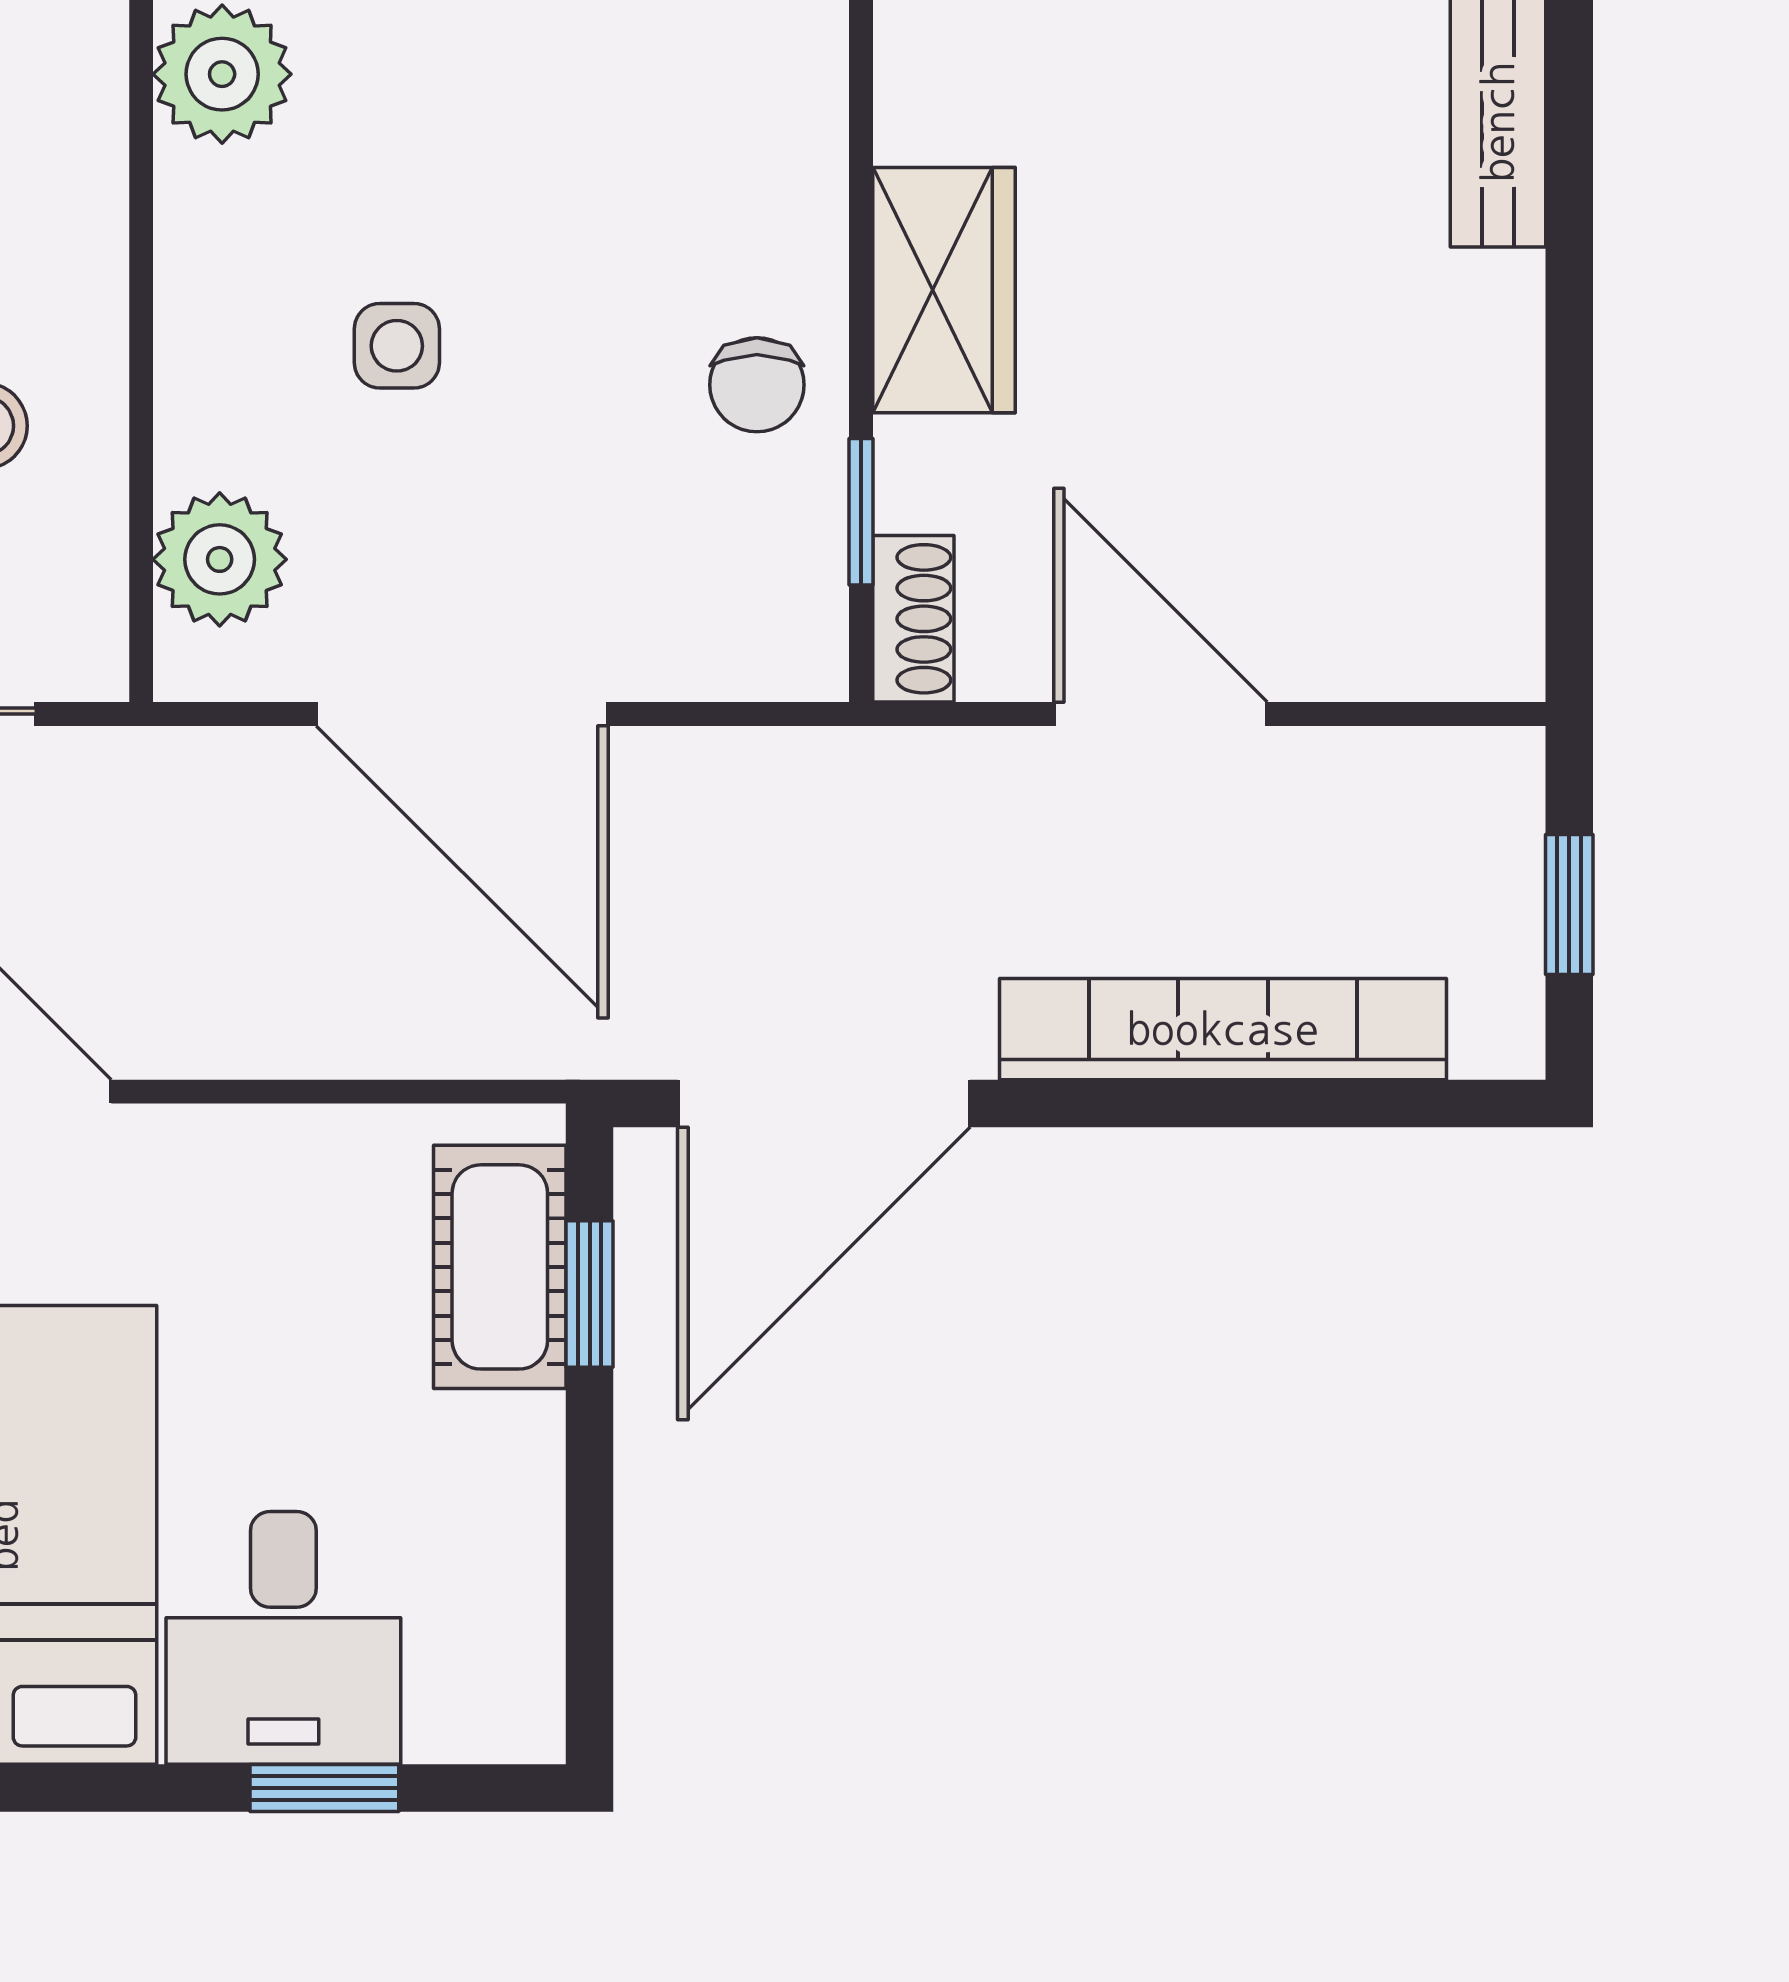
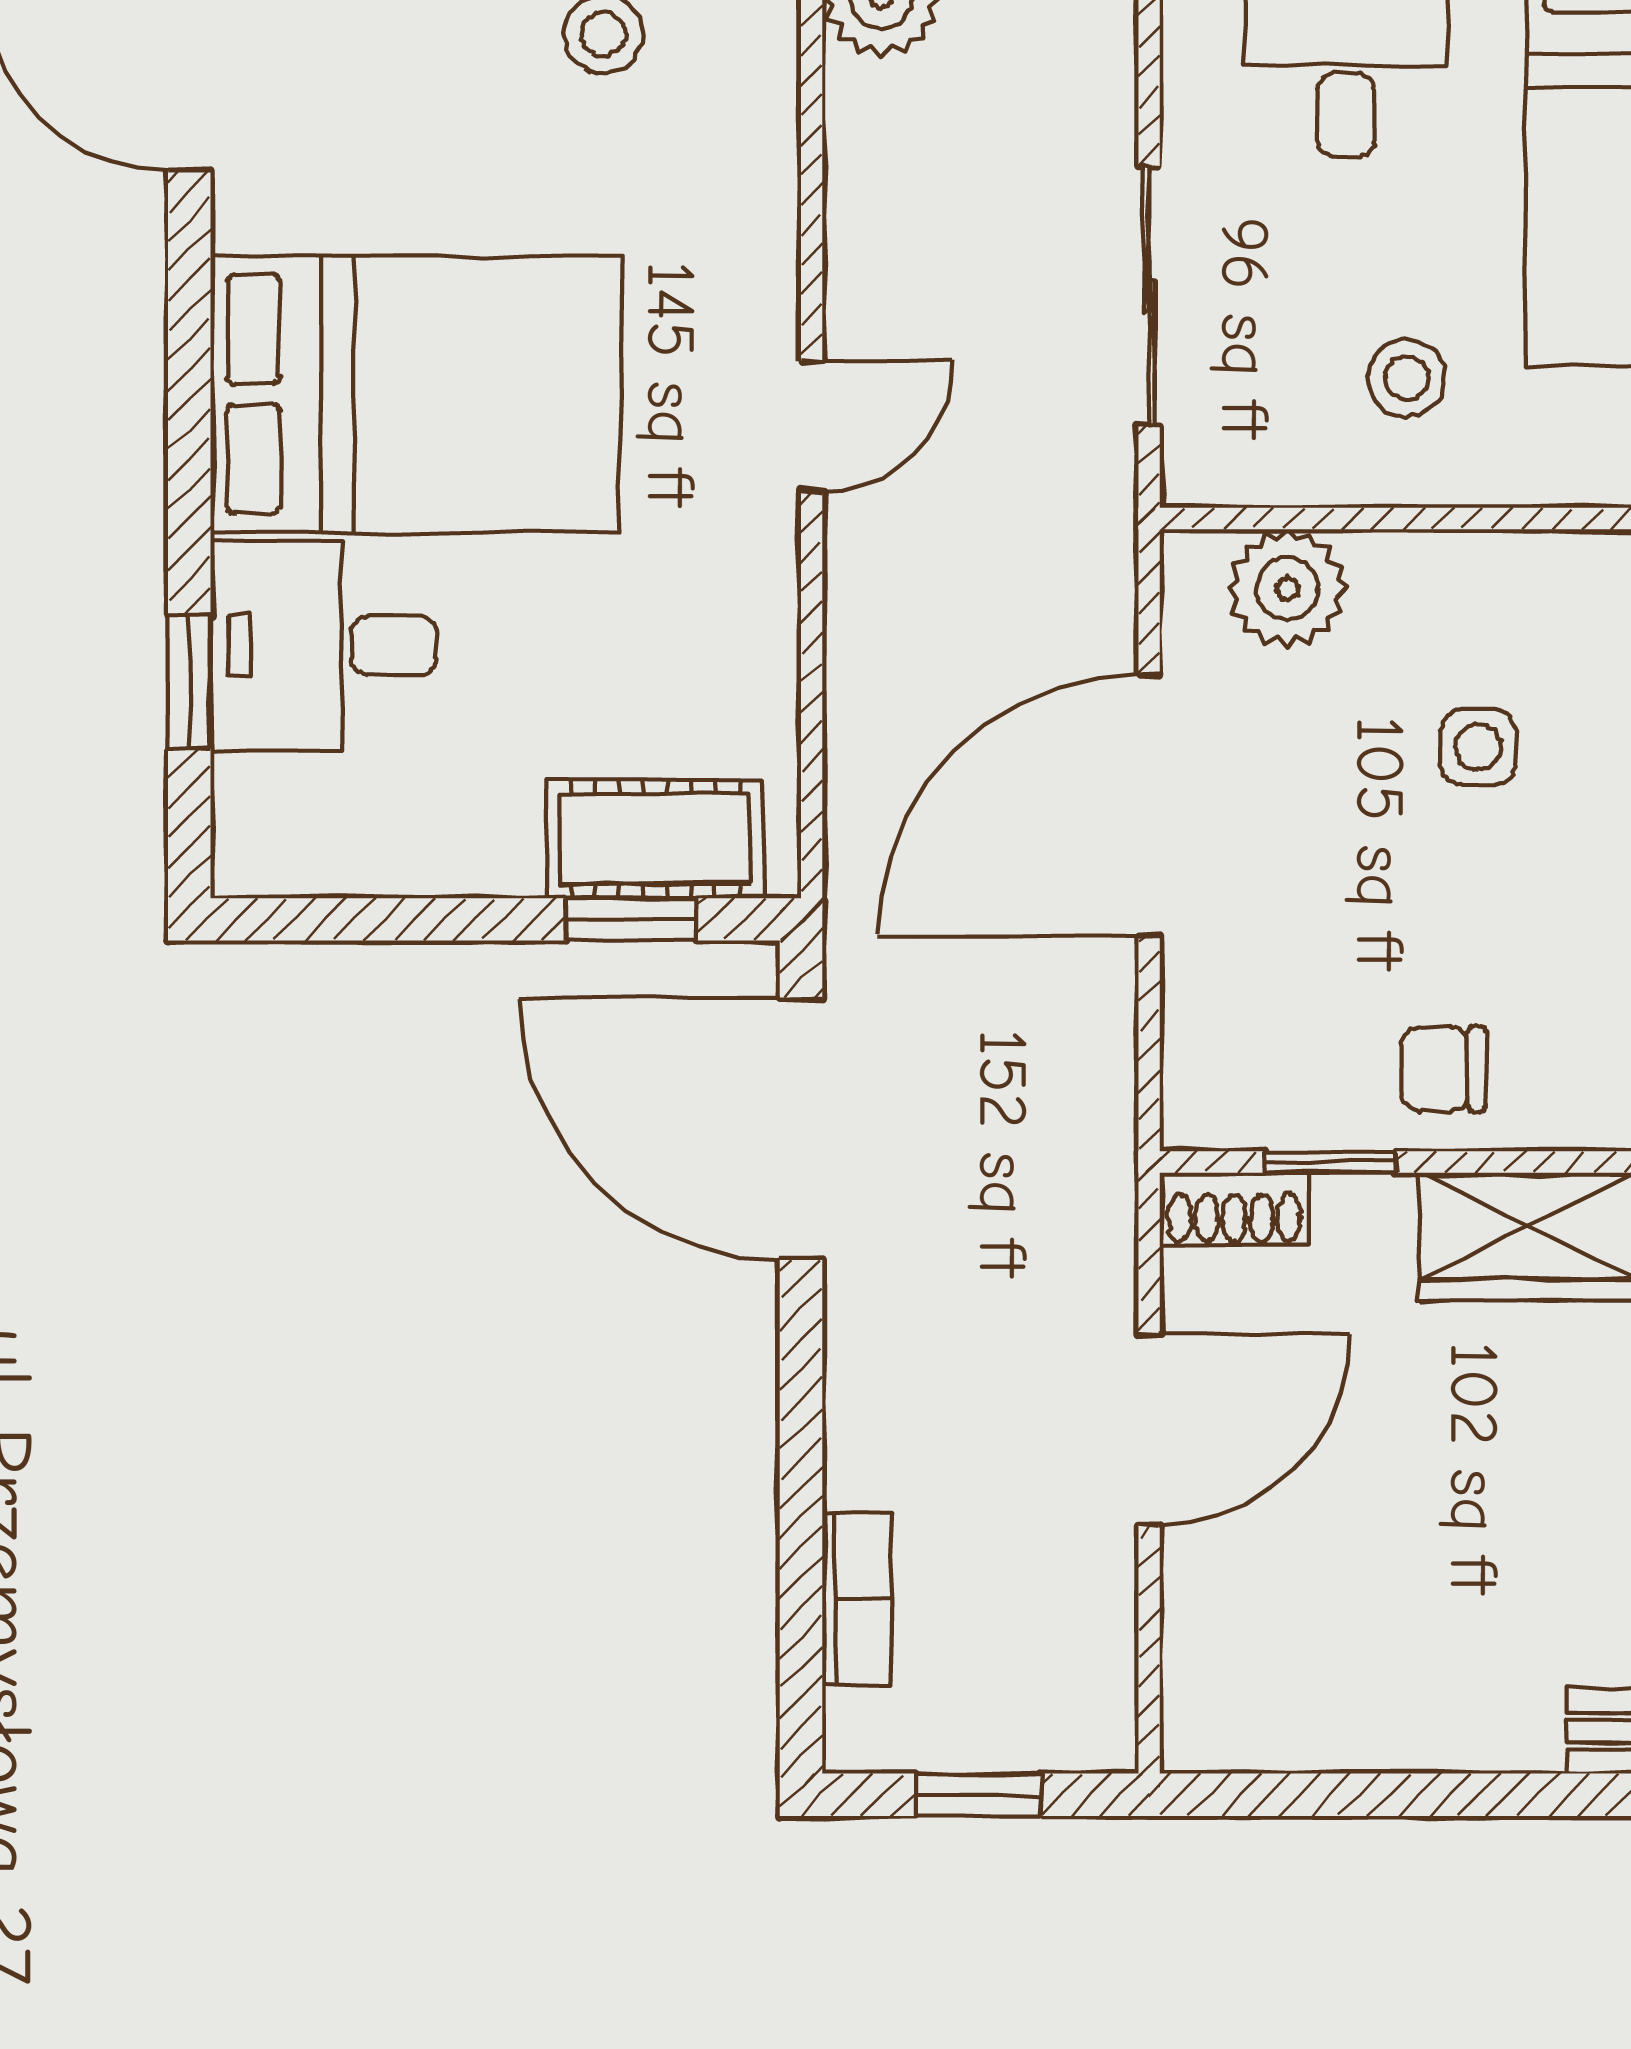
bookcase: (1223, 1029) -> (857, 1599), width x0.43, depth x0.76

